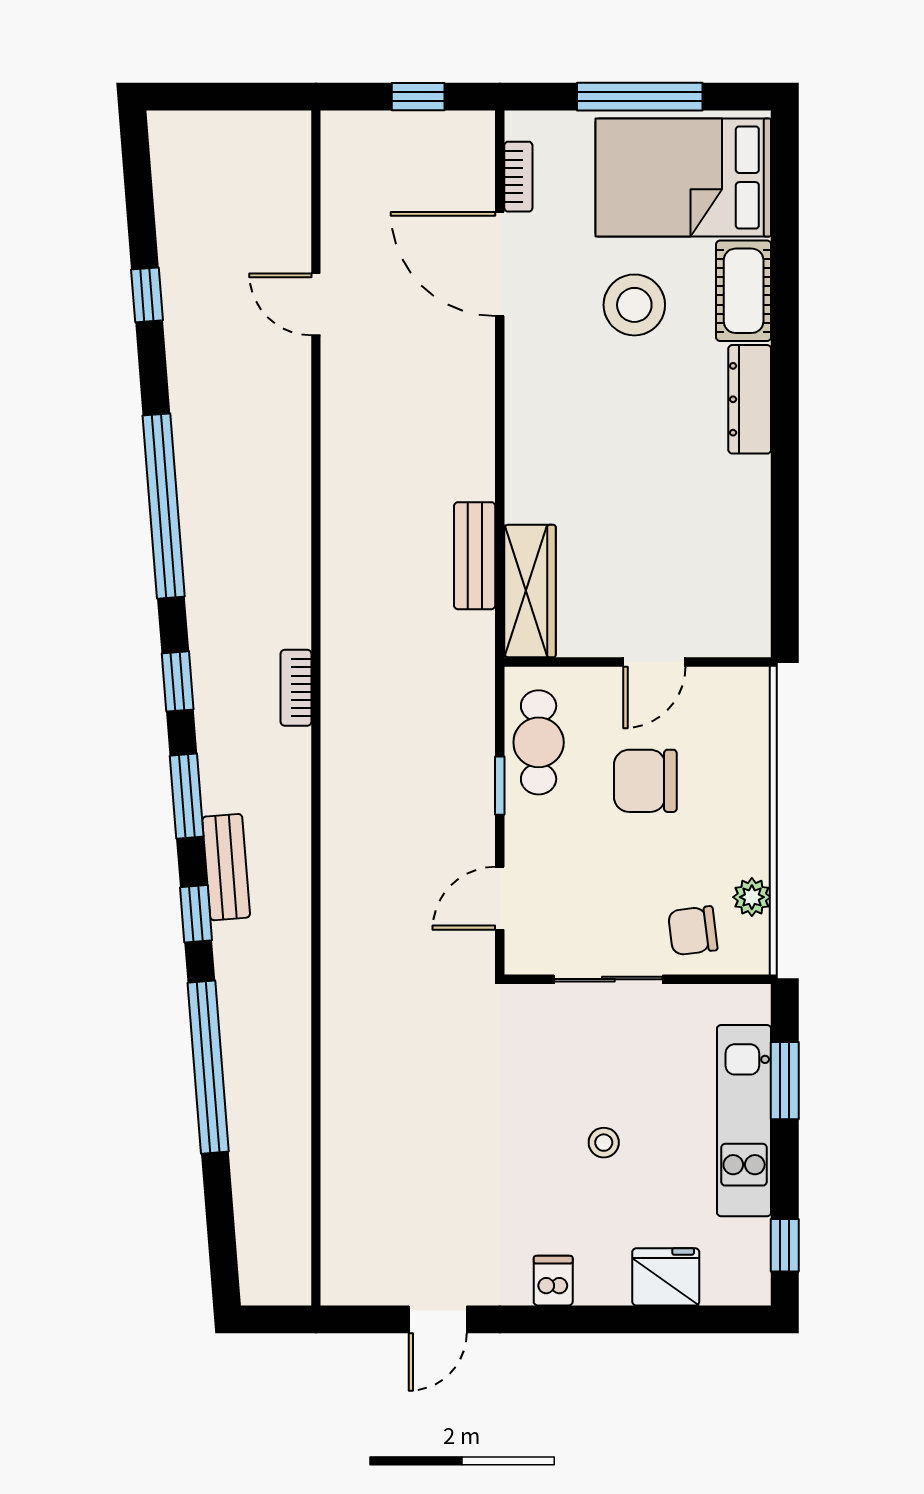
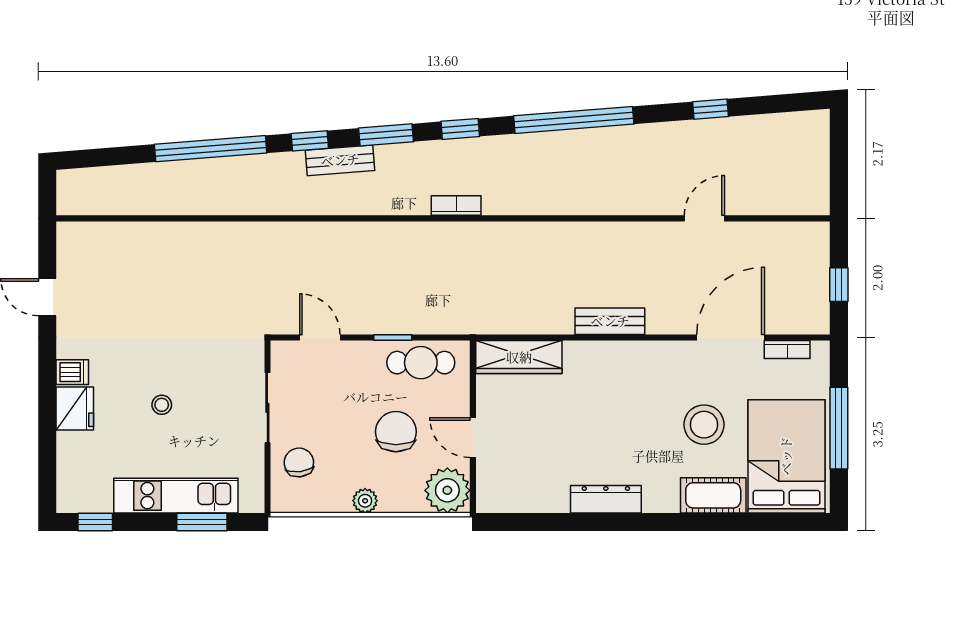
dresser: (750, 399) -> (606, 499), moved
bench: (475, 556) -> (610, 321), moved
plant: (736, 701) -> (447, 490), added
plant: (752, 897) -> (365, 501), moved
fridge: (666, 1277) -> (75, 409), moved

